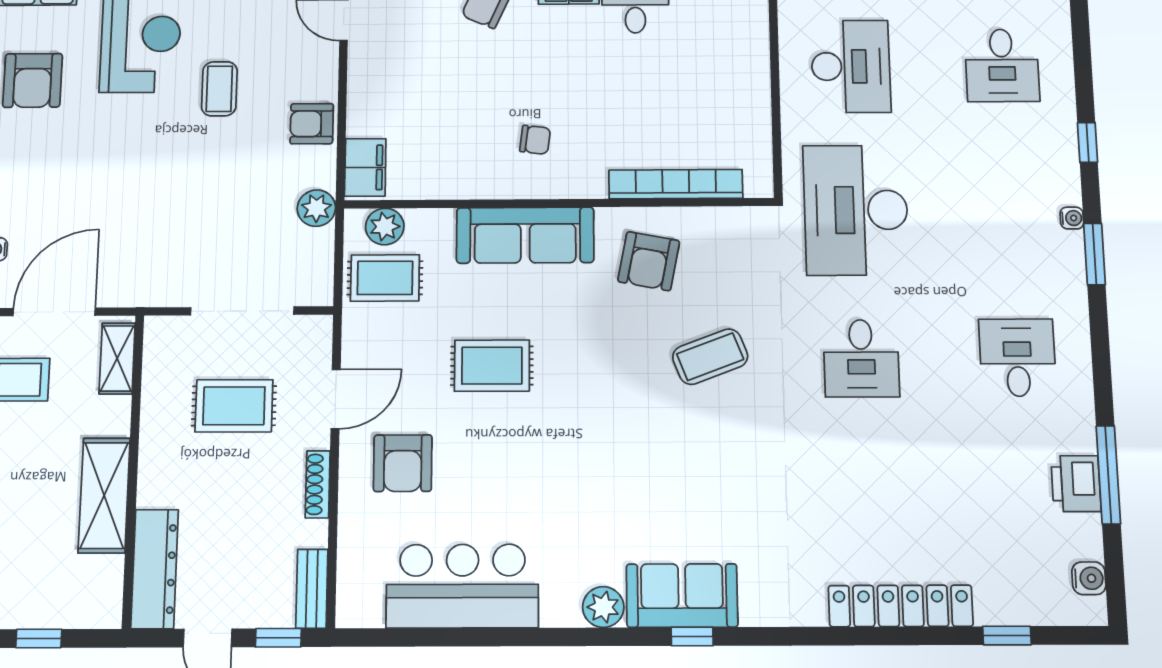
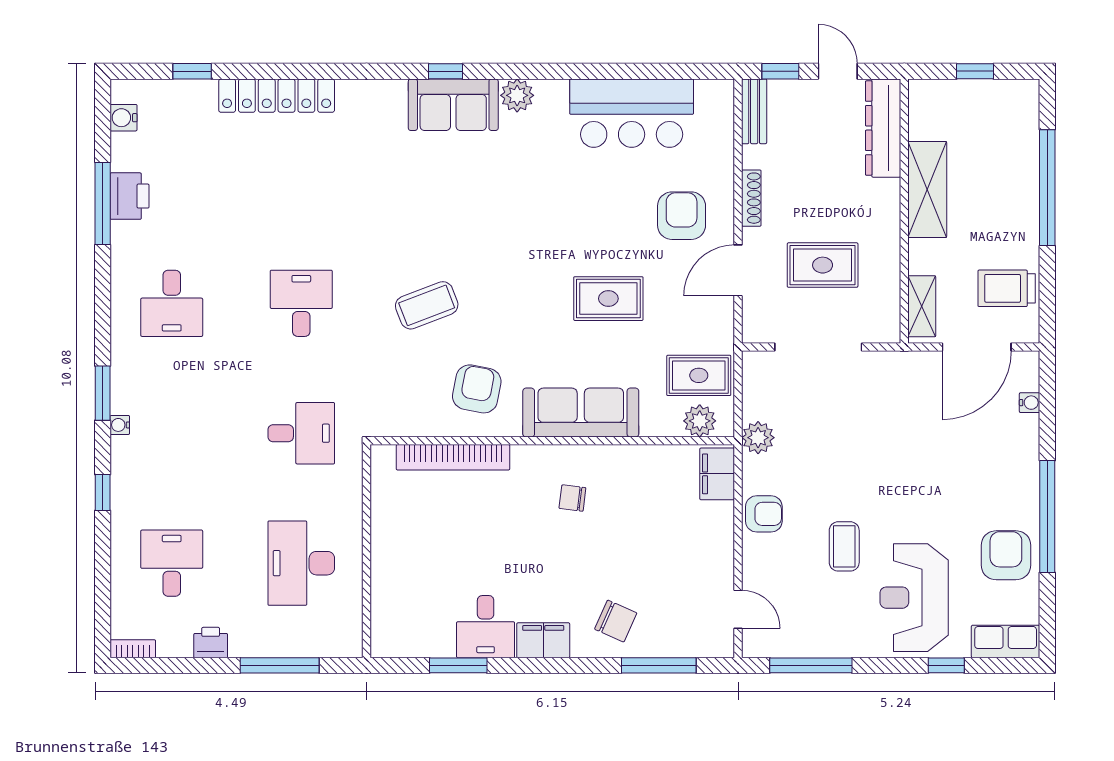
desk: (856, 210) -> (301, 433), width x0.53, depth x0.77

